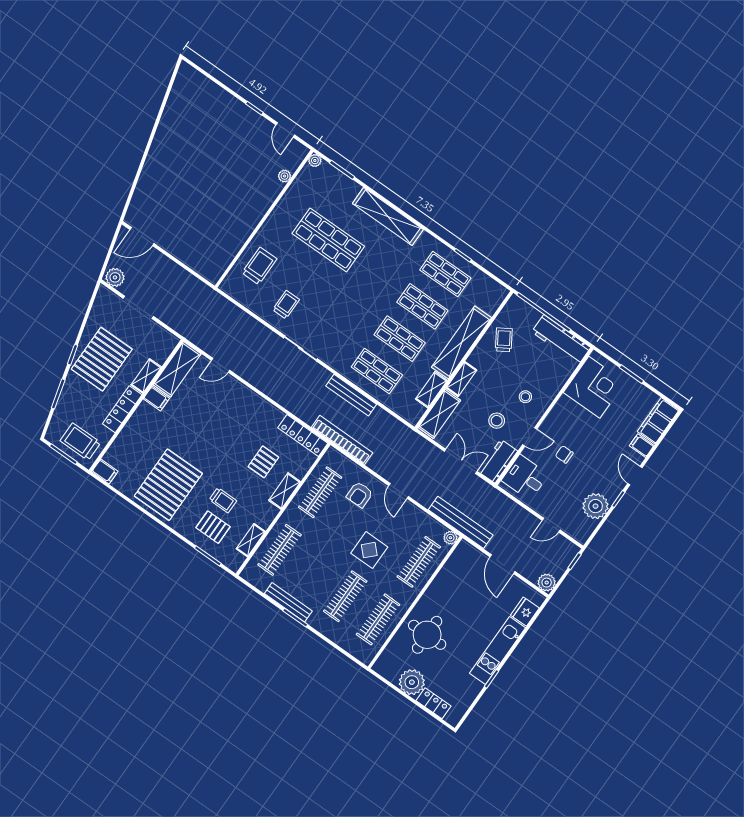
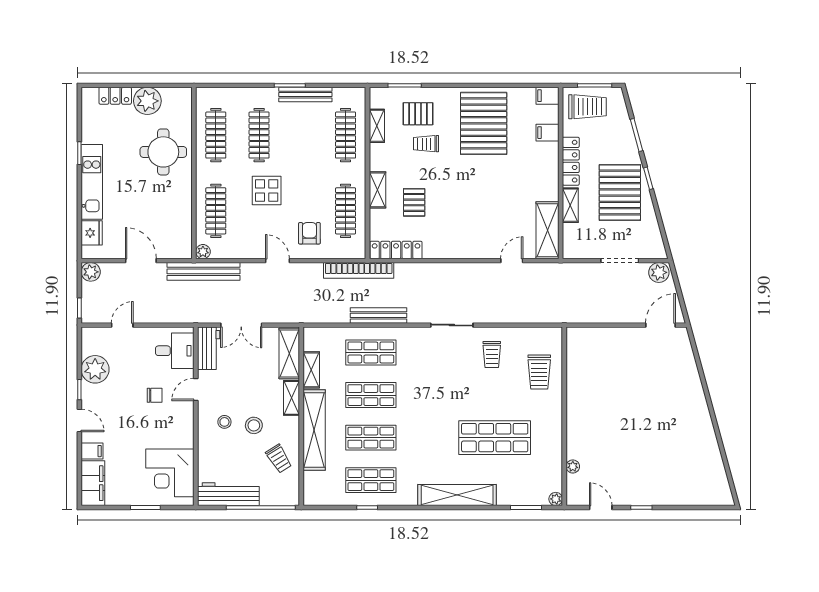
filing cabinet: (156, 398) -> (548, 133), moved
stool: (497, 421) -> (254, 425), moved

